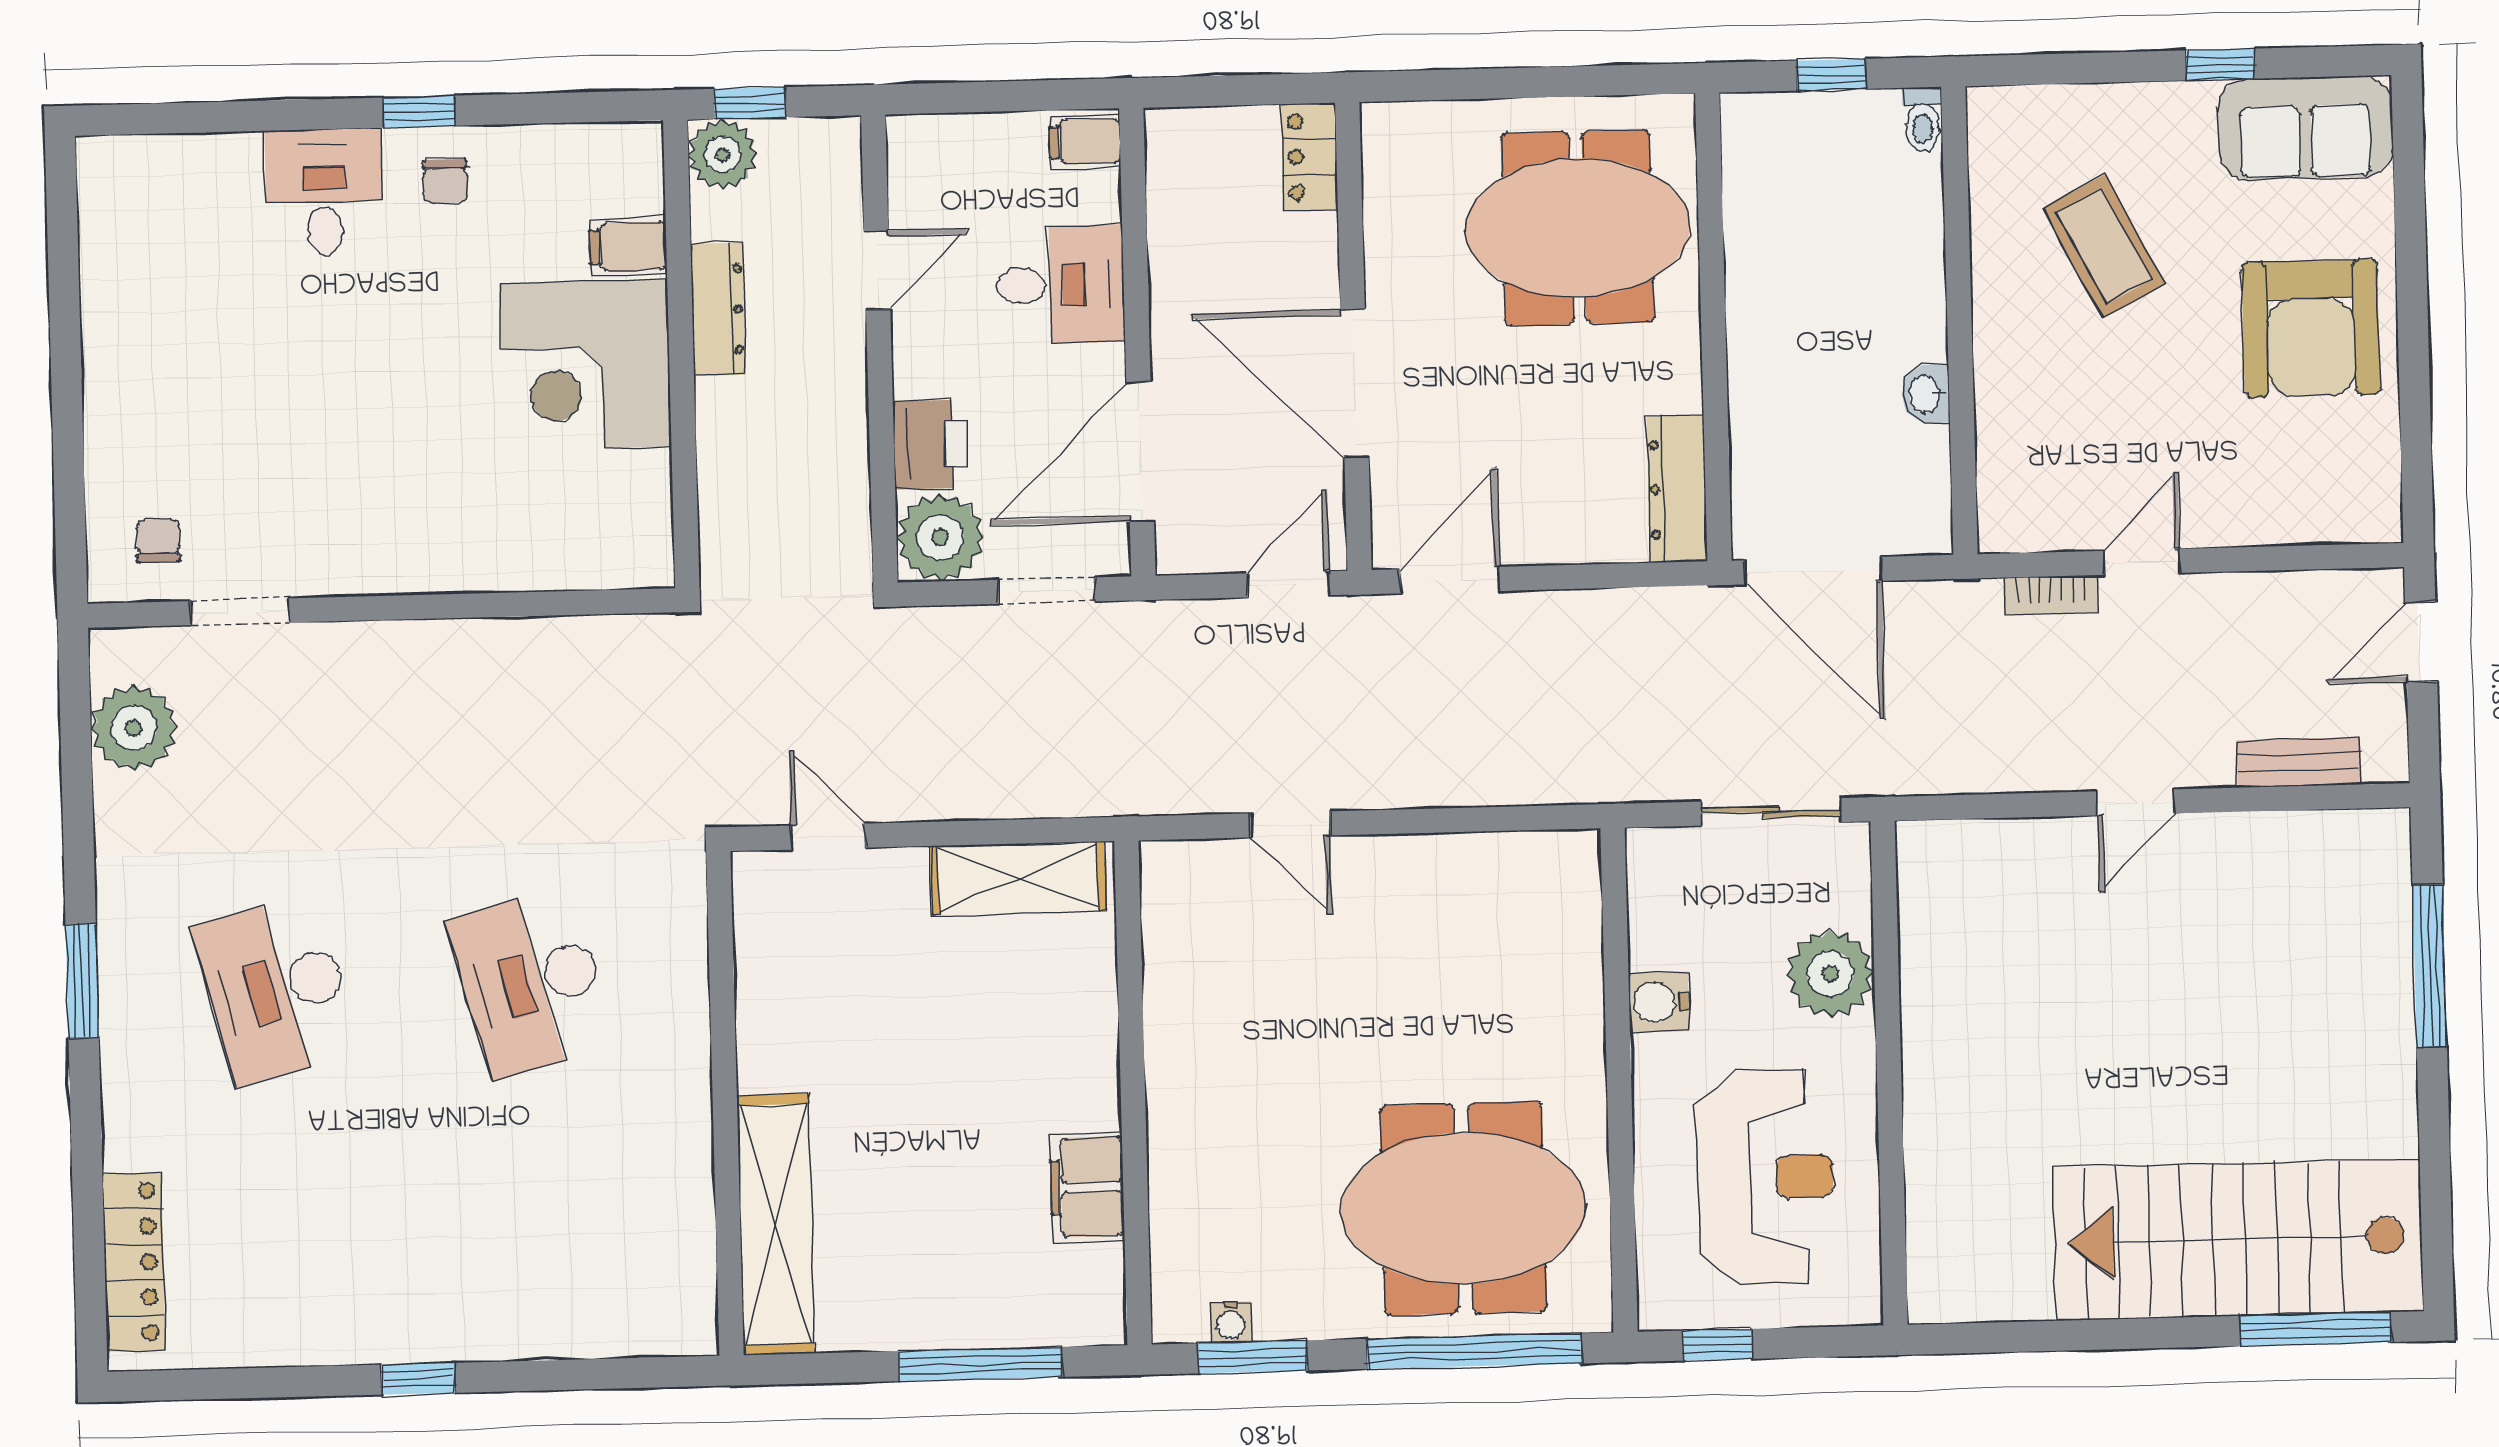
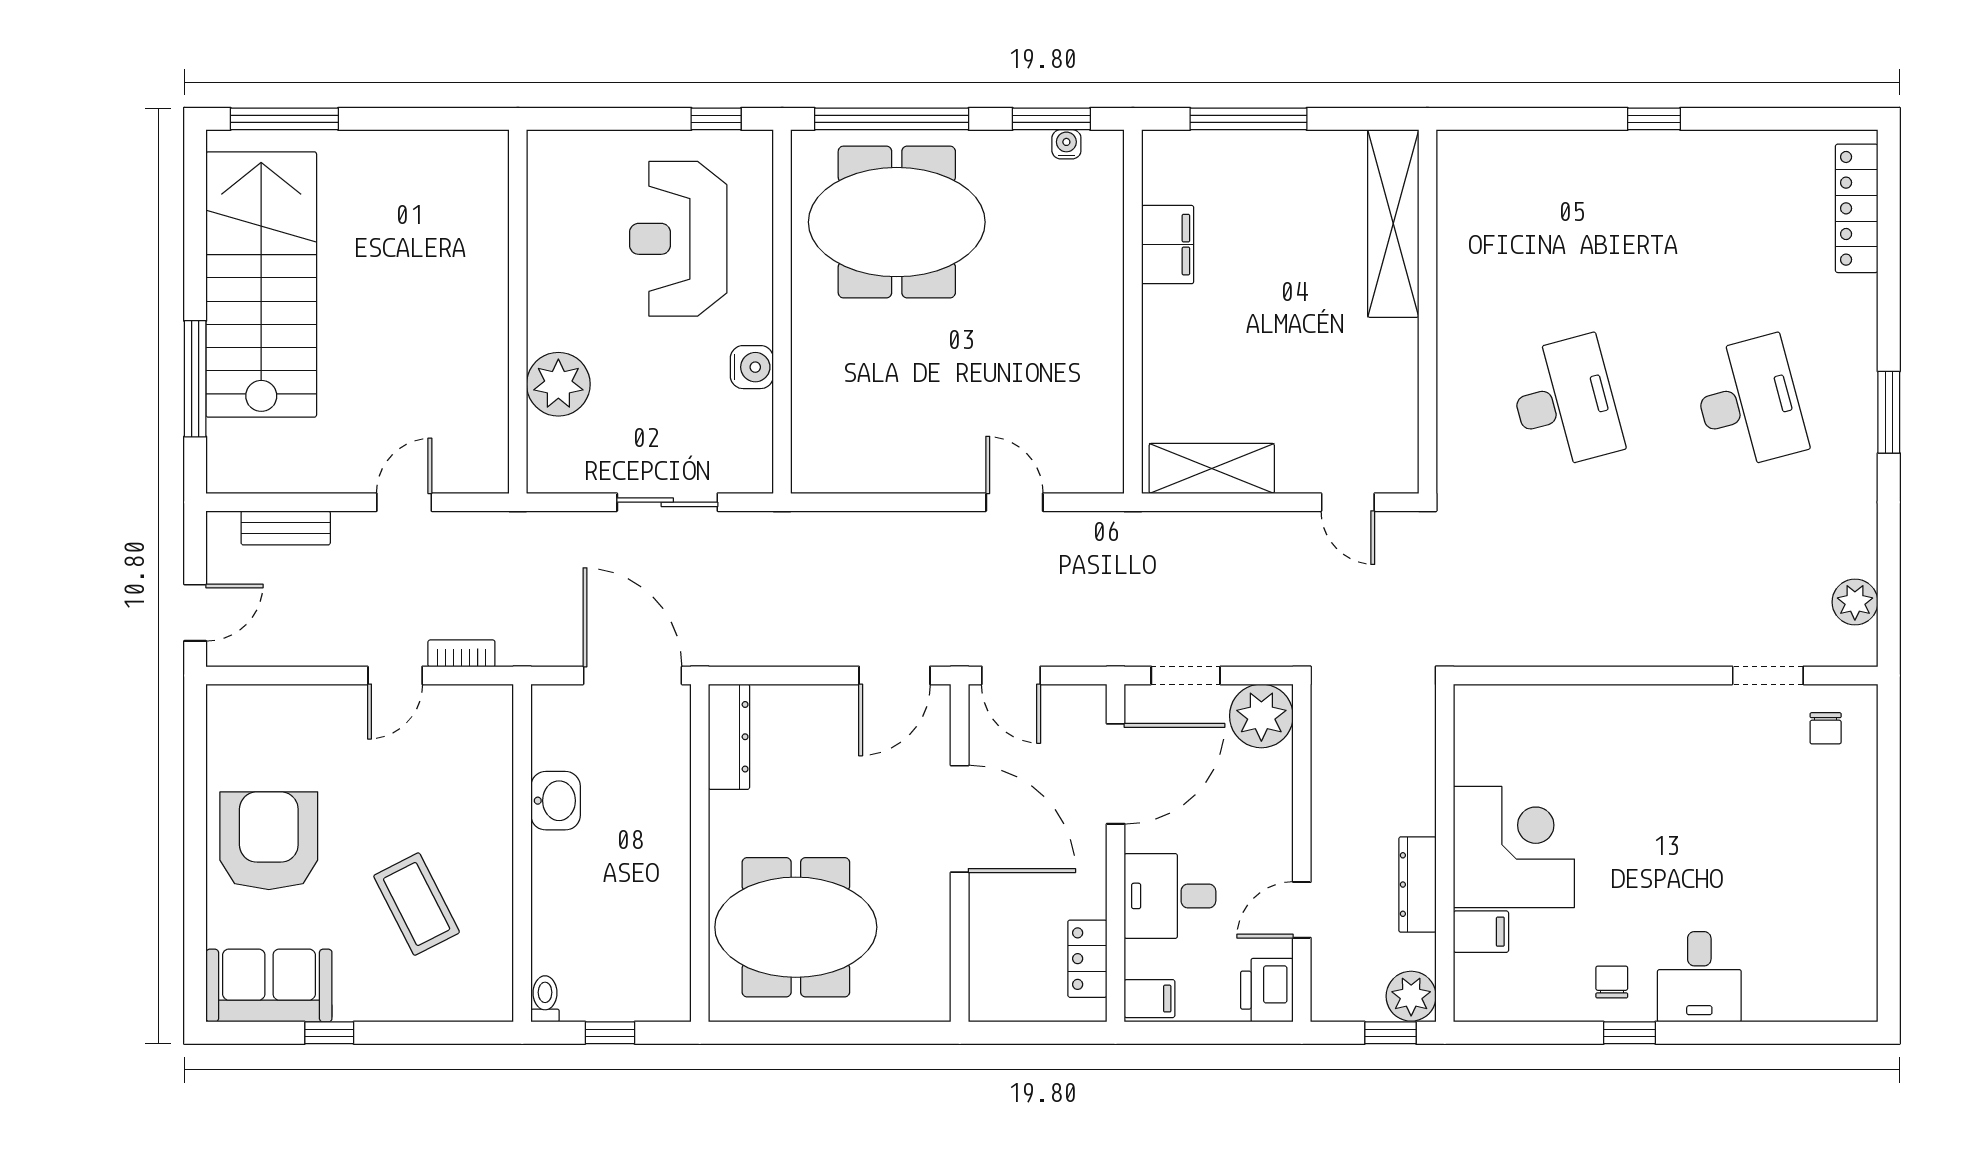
locker: (1310, 157) -> (1087, 959), moved, turned 180
washbasin: (1926, 394) -> (556, 801), width x1.38, depth x1.45
printer: (930, 444) -> (1267, 990), moved
door: (1289, 584) -> (1011, 675), hinge flipped
plant: (134, 728) -> (1855, 602), width x0.73, depth x0.73
plant: (1830, 974) -> (558, 384), moved
wall: (1889, 1073) -> (518, 312), moved
stairs: (2238, 1239) -> (261, 284), moved, turned -90

